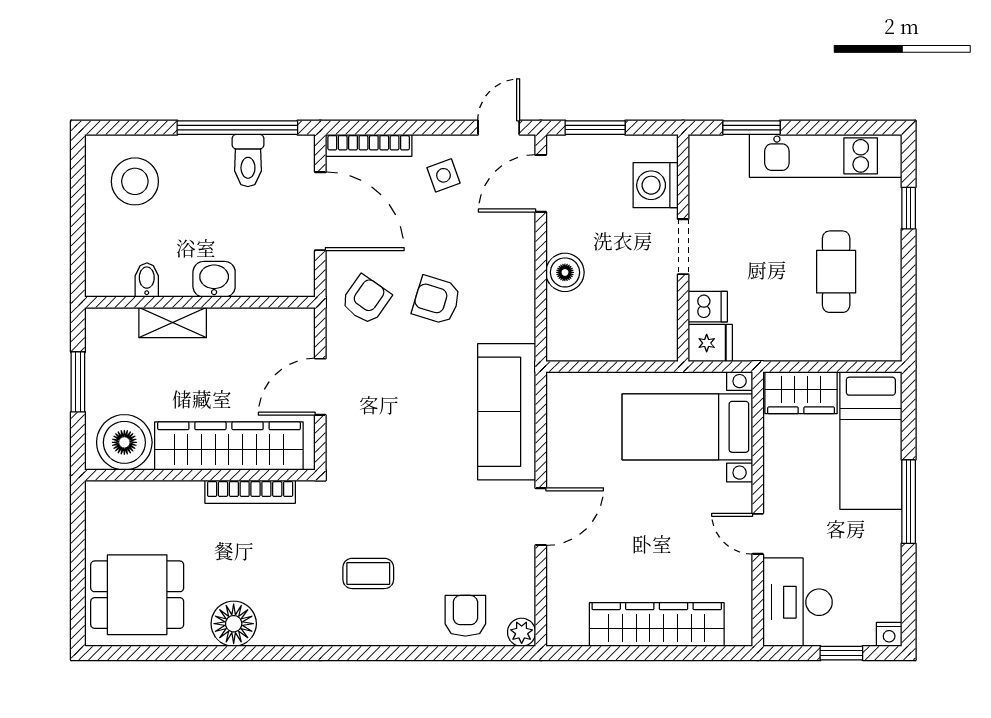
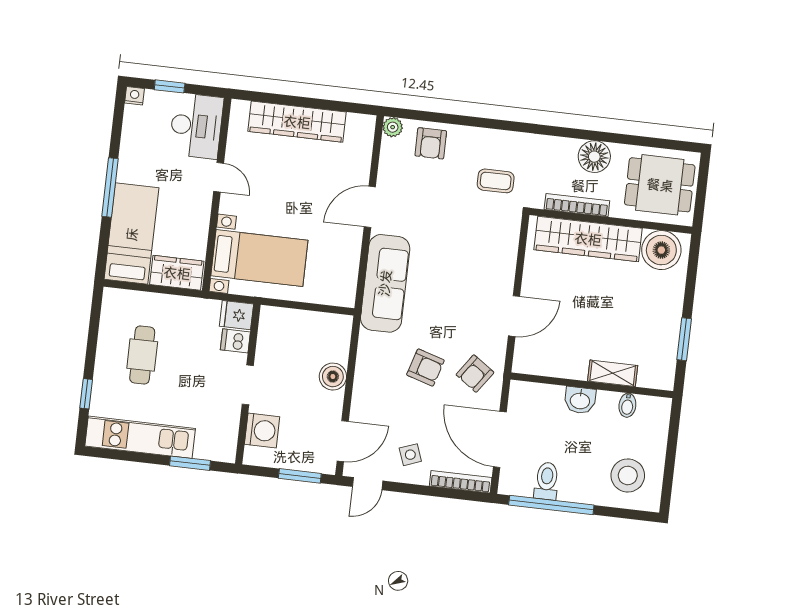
boiler: (124, 442) -> (661, 250), moved
wardrobe: (229, 446) -> (588, 239), moved
wall: (200, 475) -> (611, 221), moved
bookcase: (250, 492) -> (577, 205), moved

